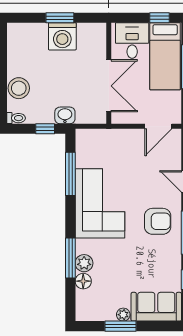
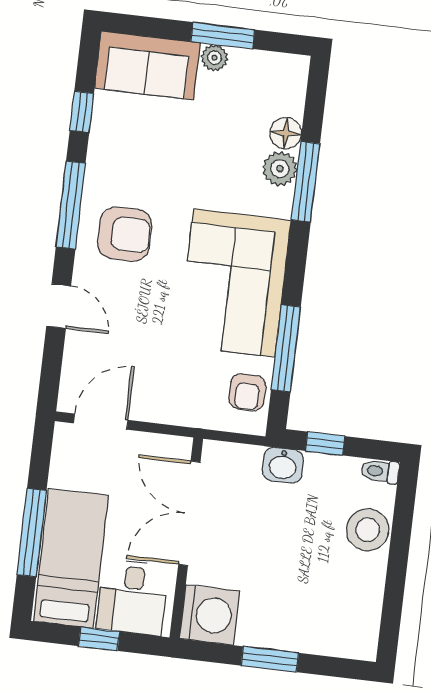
window: (159, 18) -> (99, 639), moved
washing machine: (62, 36) -> (209, 615), moved, turned 90
armchair: (87, 150) -> (247, 392), added
armchair: (158, 221) -> (125, 234), turned 180

